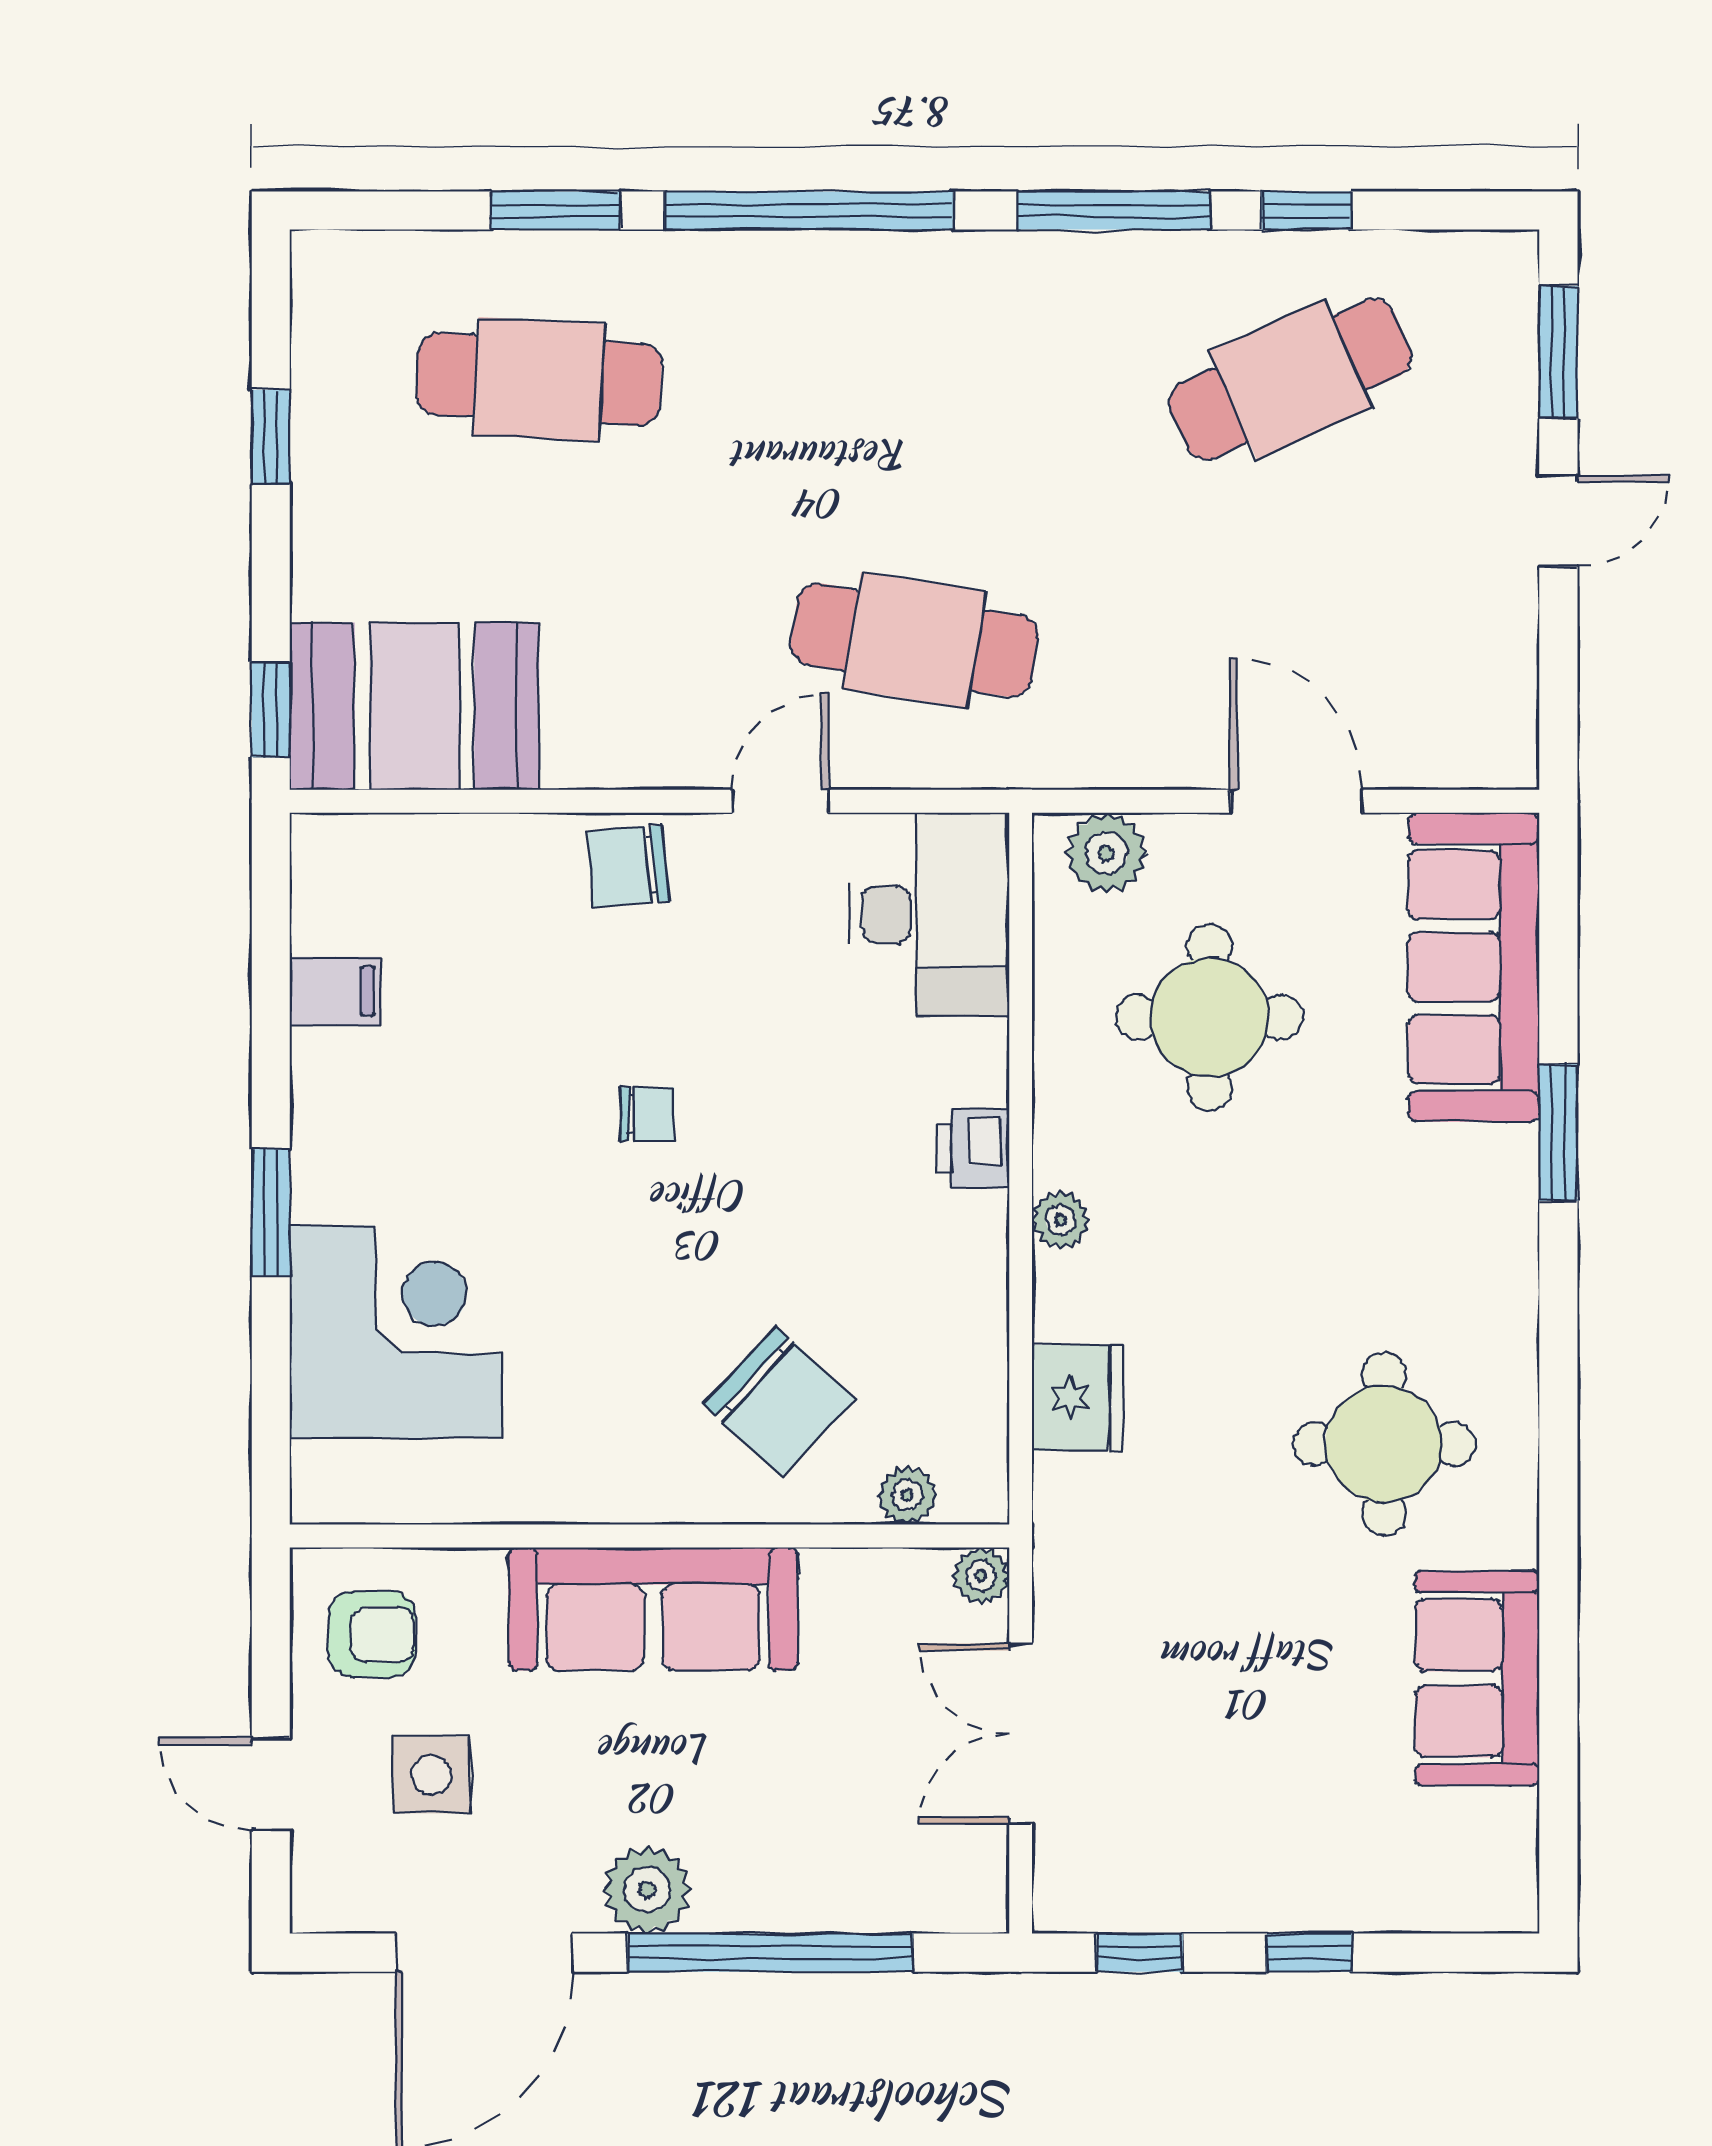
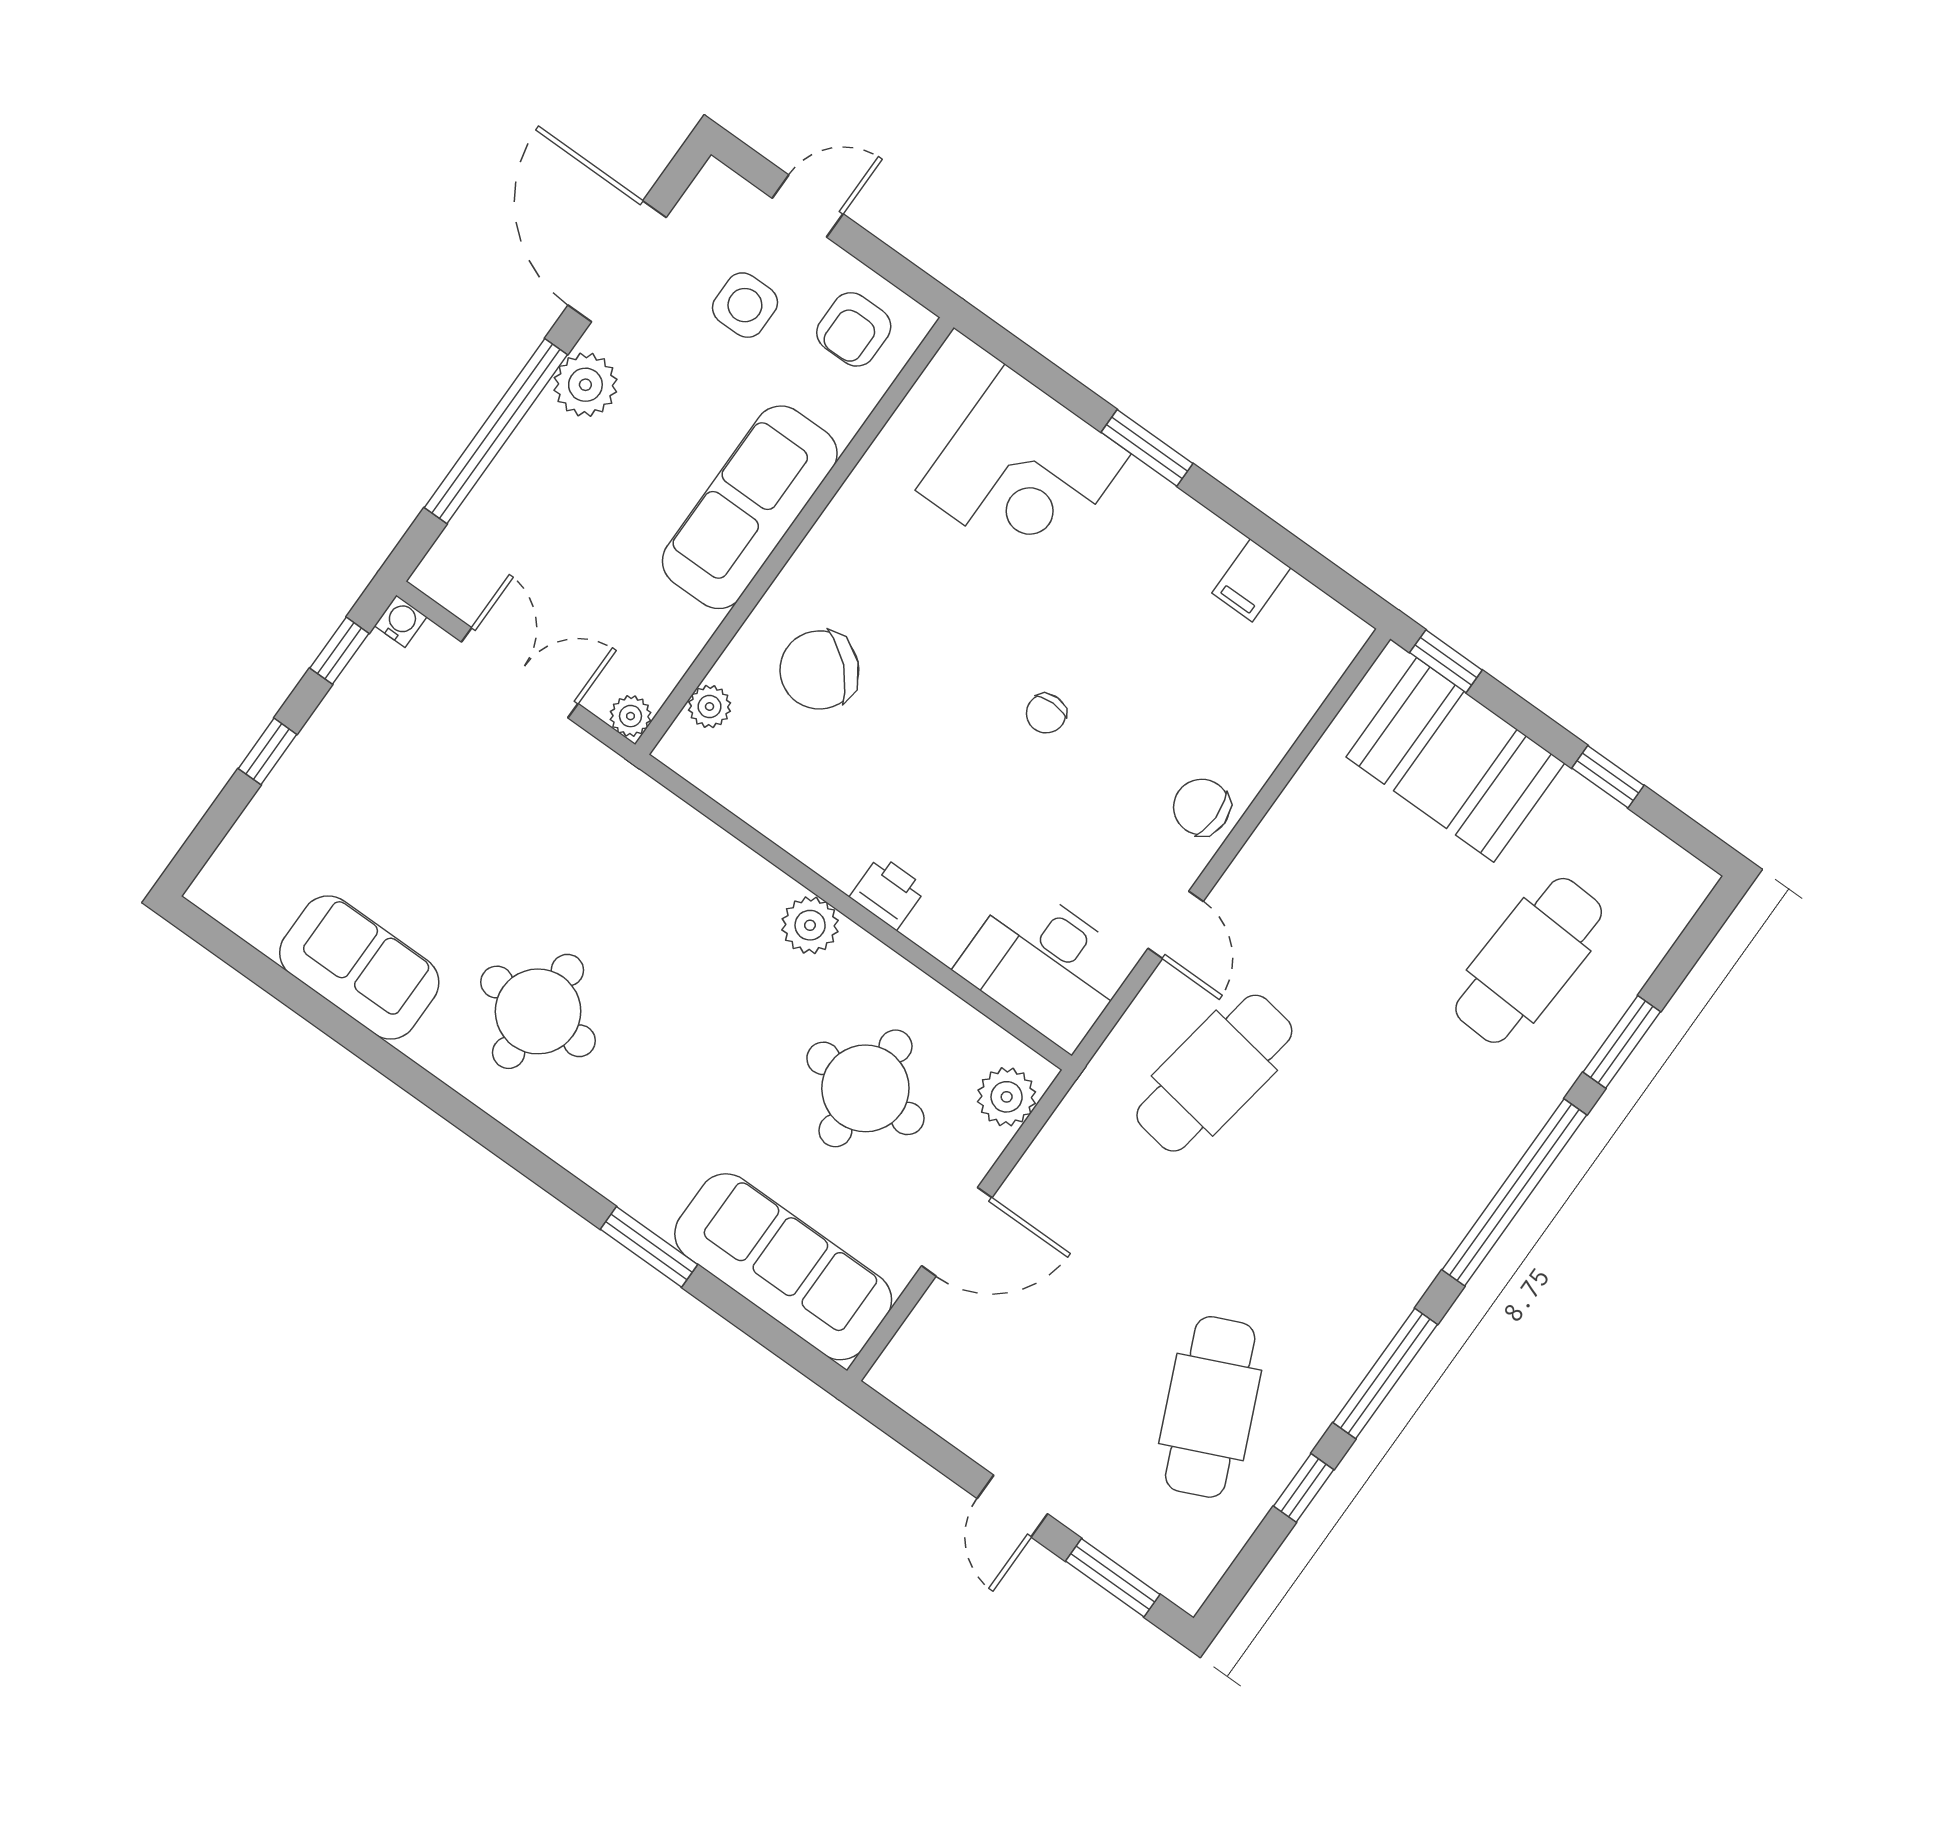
booth: (414, 706) -> (1455, 760), moved, turned 90
chair: (628, 866) -> (1202, 807), turned -85
plant: (1061, 1220) -> (810, 925), width x1.38, depth x1.38
fridge: (1078, 1398) -> (695, 849), removed
water cooler: (1058, 1908) -> (401, 621), added

